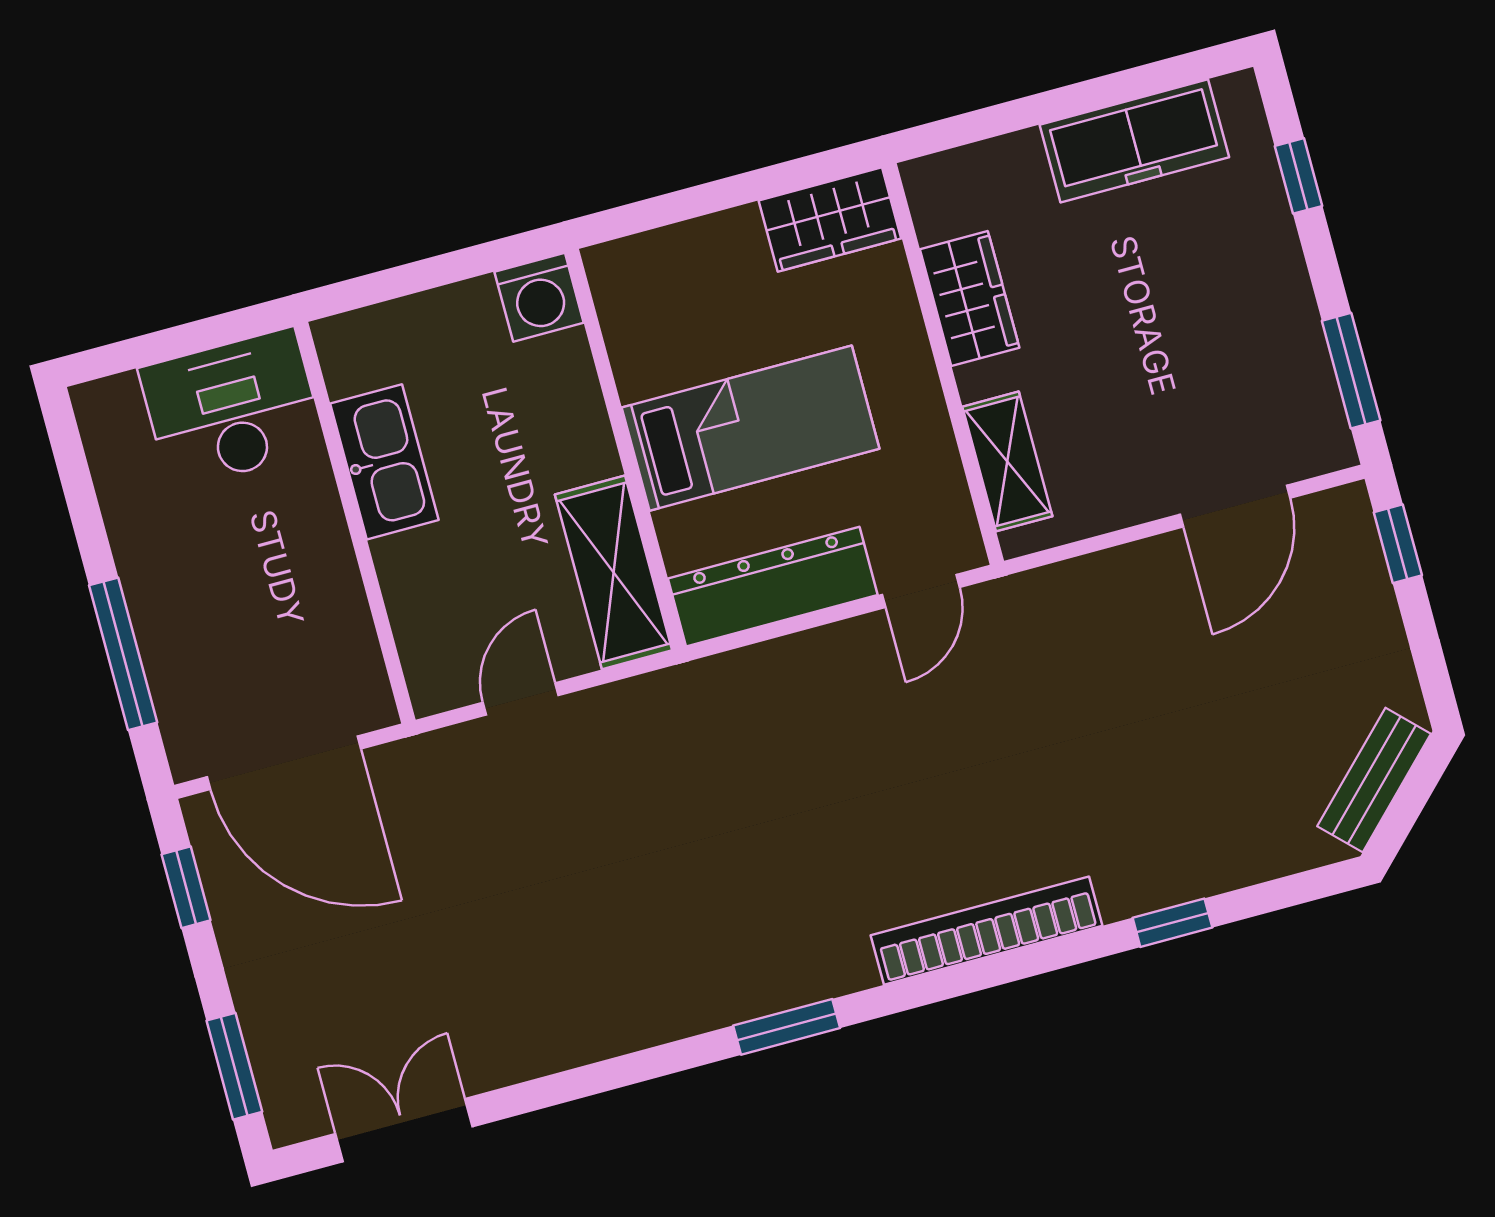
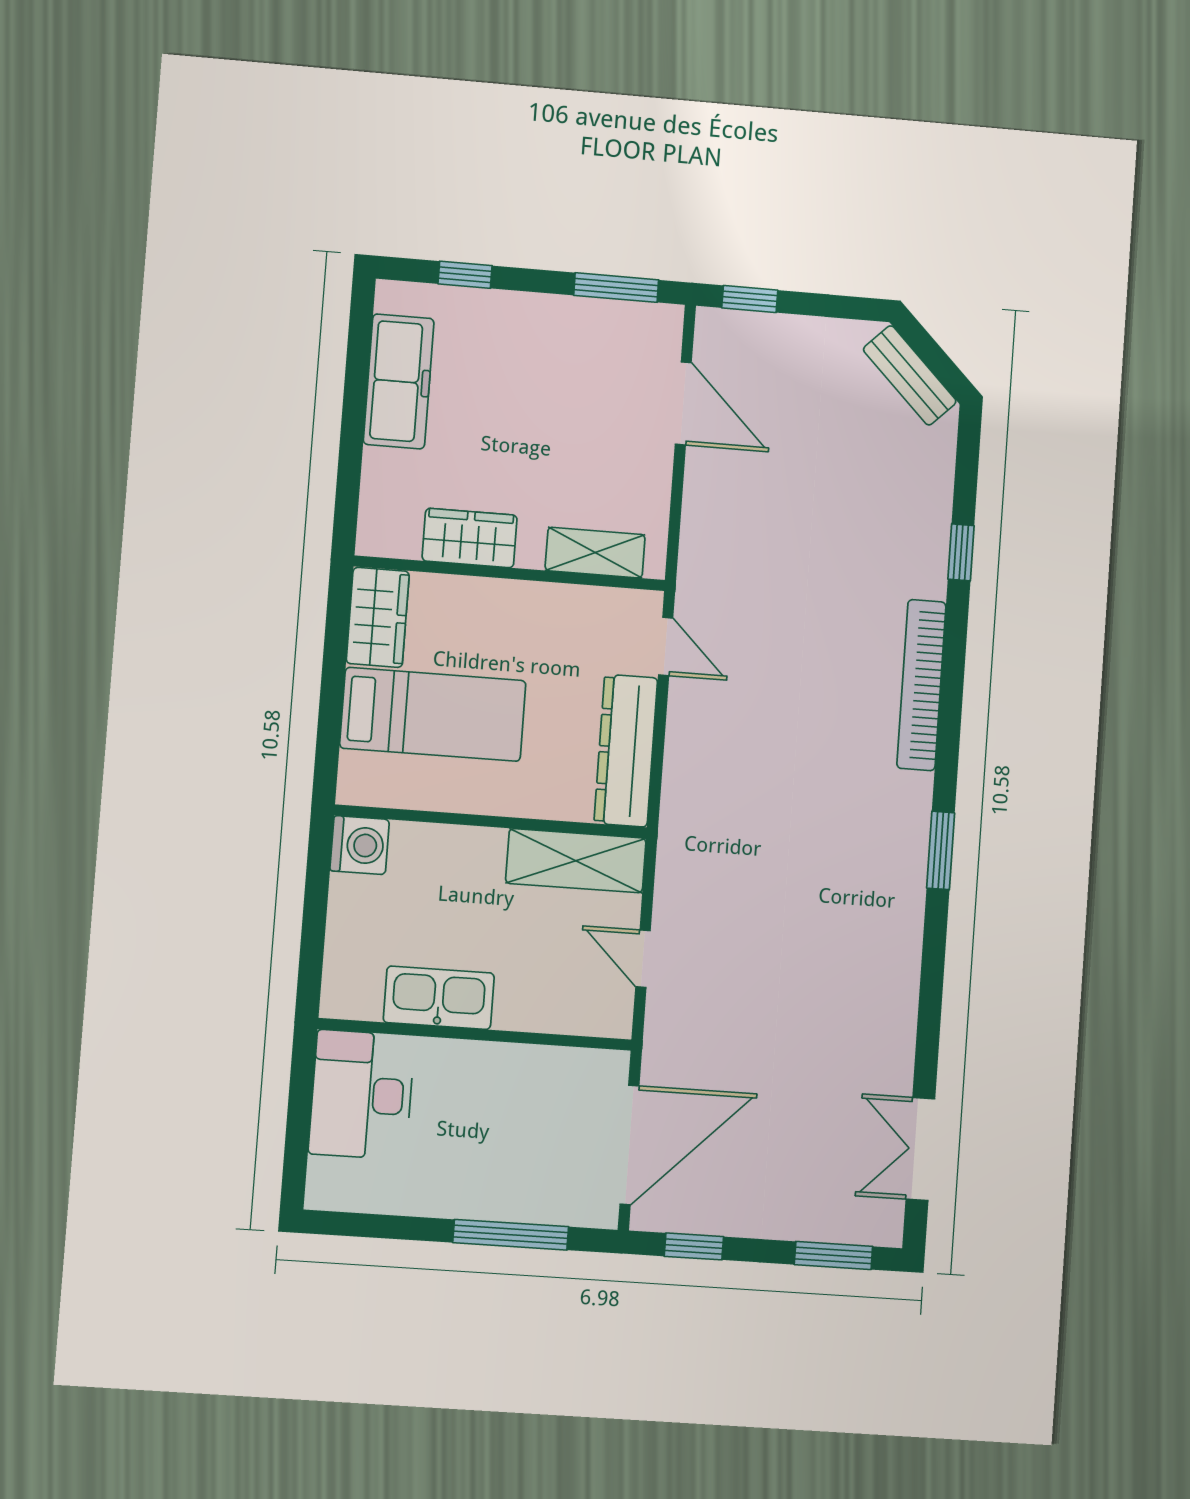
bed: (751, 428) -> (433, 714), moved, turned 90

